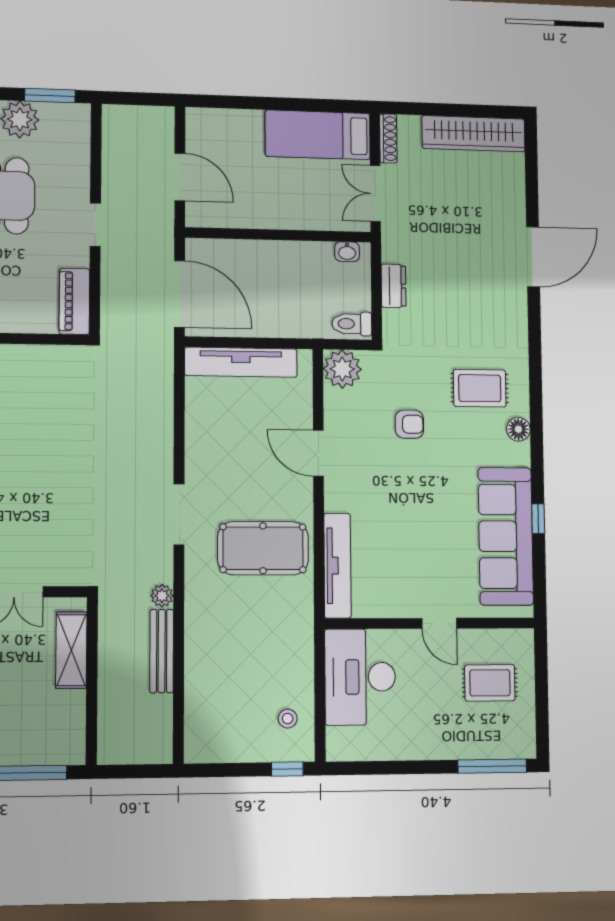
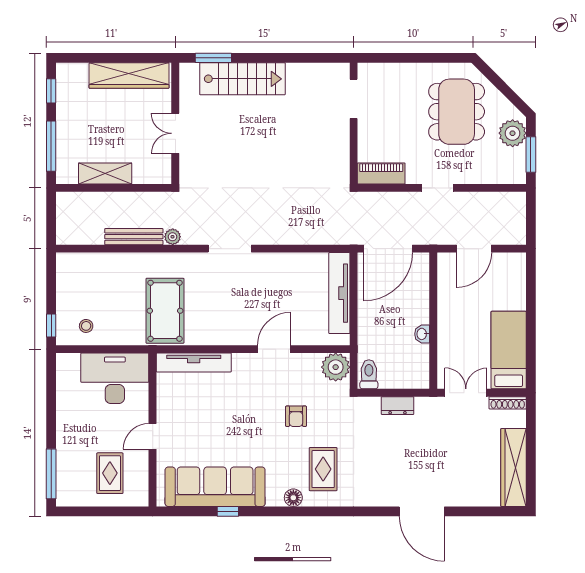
washbasin: (347, 252) -> (422, 334), moved
pool table: (263, 548) -> (165, 311), moved
shelving: (71, 650) -> (105, 174), moved

